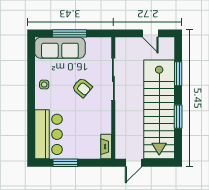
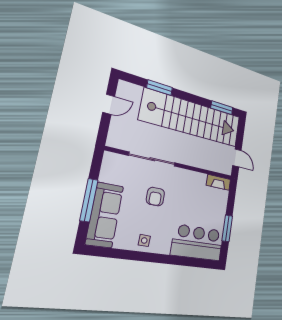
armchair: (82, 88) -> (155, 197), turned 140
window: (178, 117) -> (222, 108), moved

